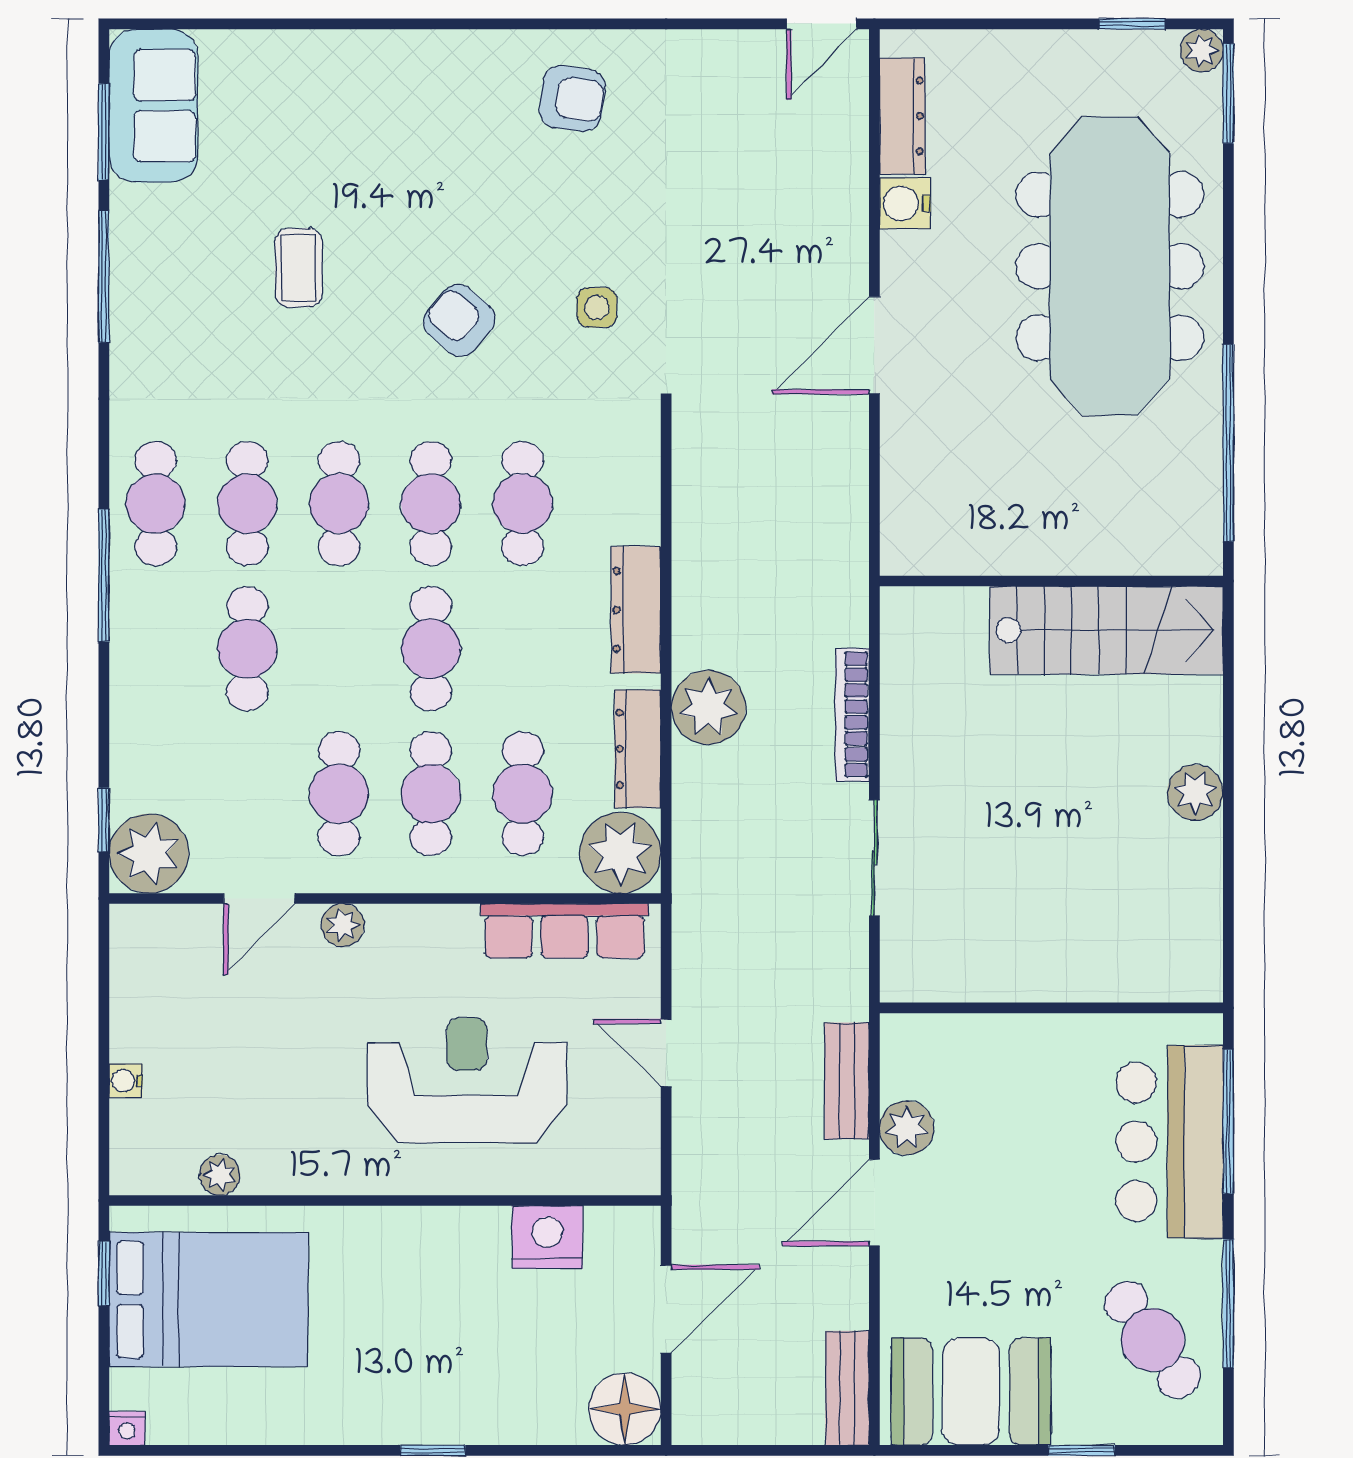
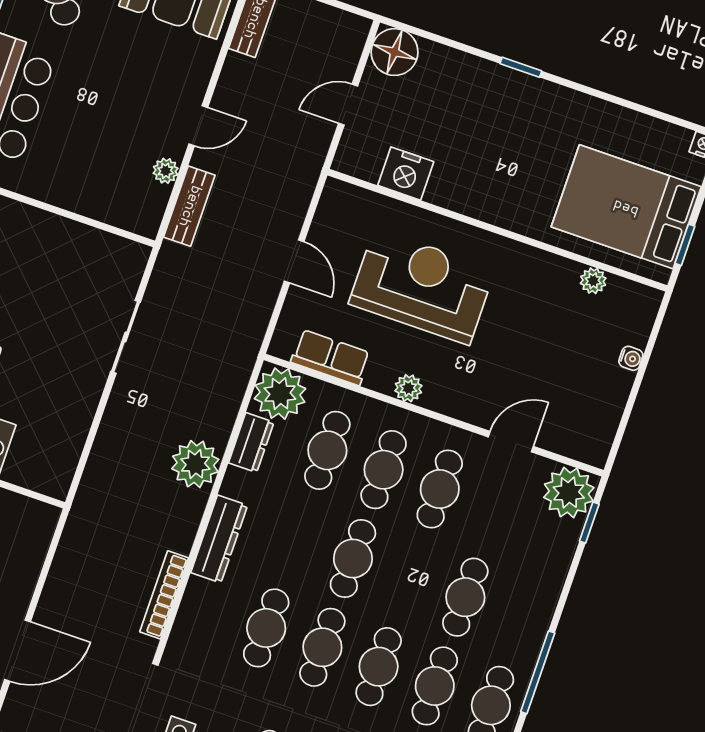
bookcase: (852, 714) -> (164, 595), moved, turned 180
dresser: (638, 749) -> (251, 442), width x0.70
plant: (343, 925) -> (408, 388), moved
row of seats: (564, 931) -> (331, 357), width x0.68
reception desk: (467, 1080) -> (422, 287), turned 180
plant: (907, 1128) -> (166, 171), width x0.73, depth x0.73
door: (874, 1203) -> (198, 126), width x0.73
door: (666, 1309) -> (348, 105), width x0.73

